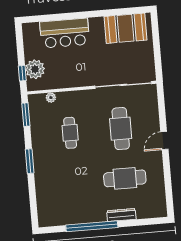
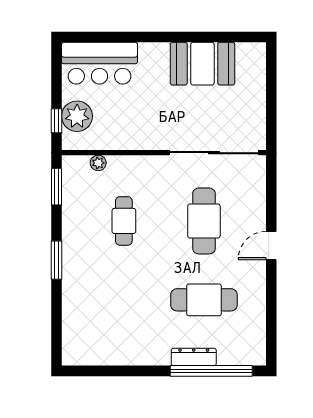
booth: (126, 28) -> (202, 64), moved
bar counter: (65, 33) -> (99, 63), moved
window: (92, 226) -> (211, 371), moved

